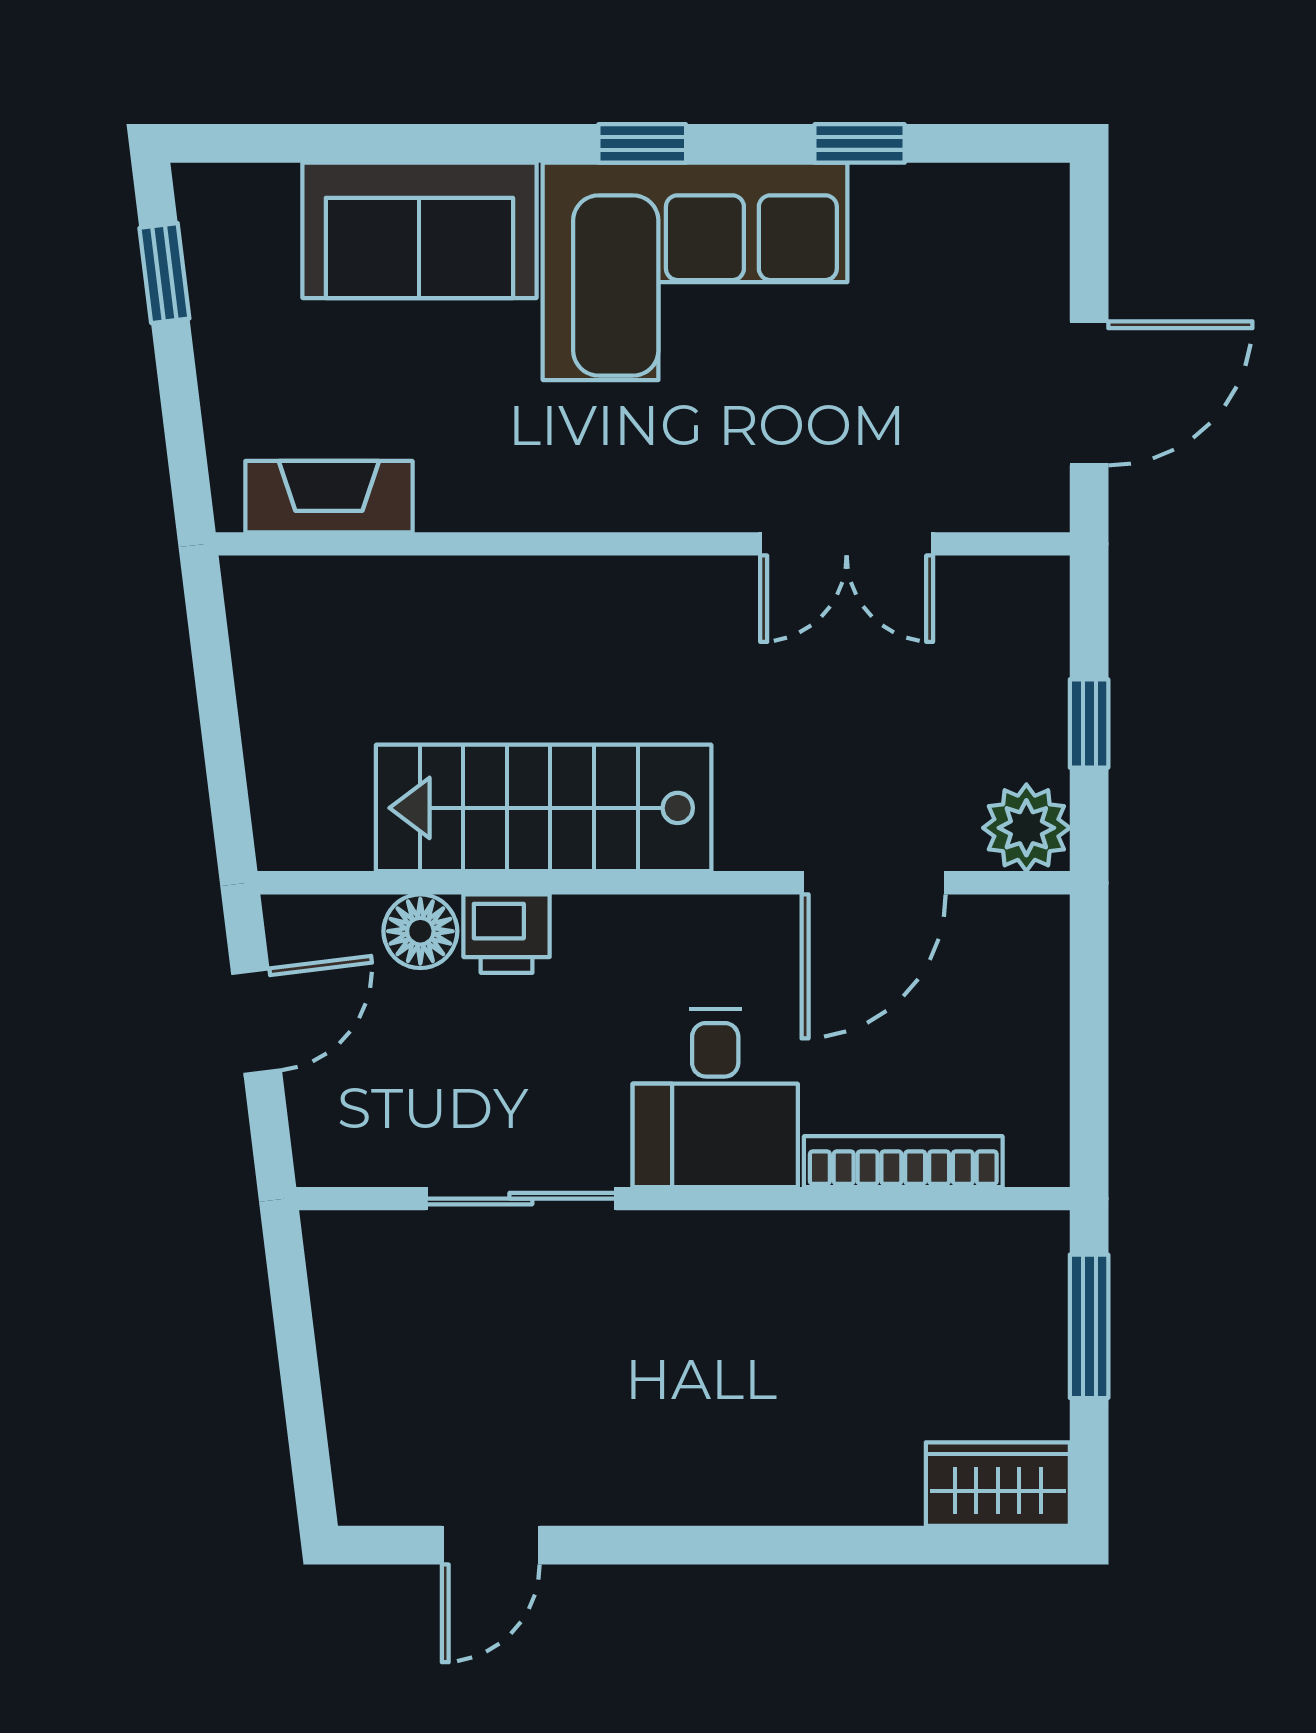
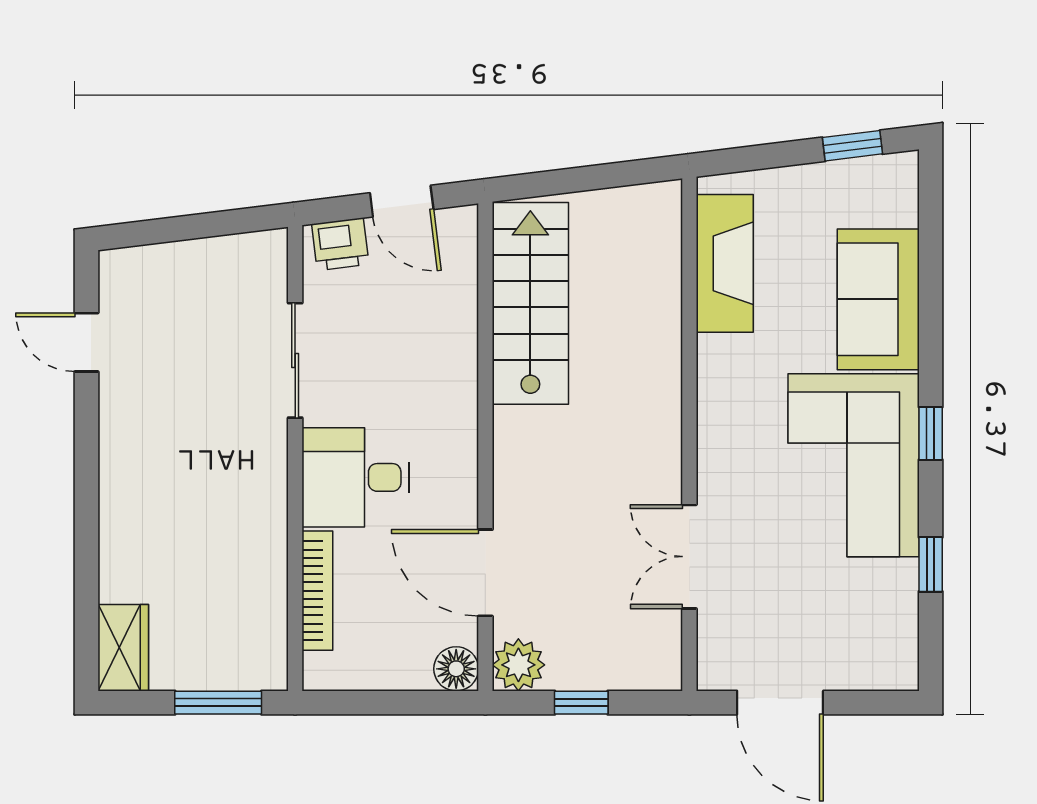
fireplace: (329, 497) -> (725, 263), width x1.37, depth x1.32
stairs: (544, 808) -> (530, 303), moved
floor lamp: (420, 931) -> (456, 669), moved
printer: (507, 934) -> (340, 244), moved, turned -97

